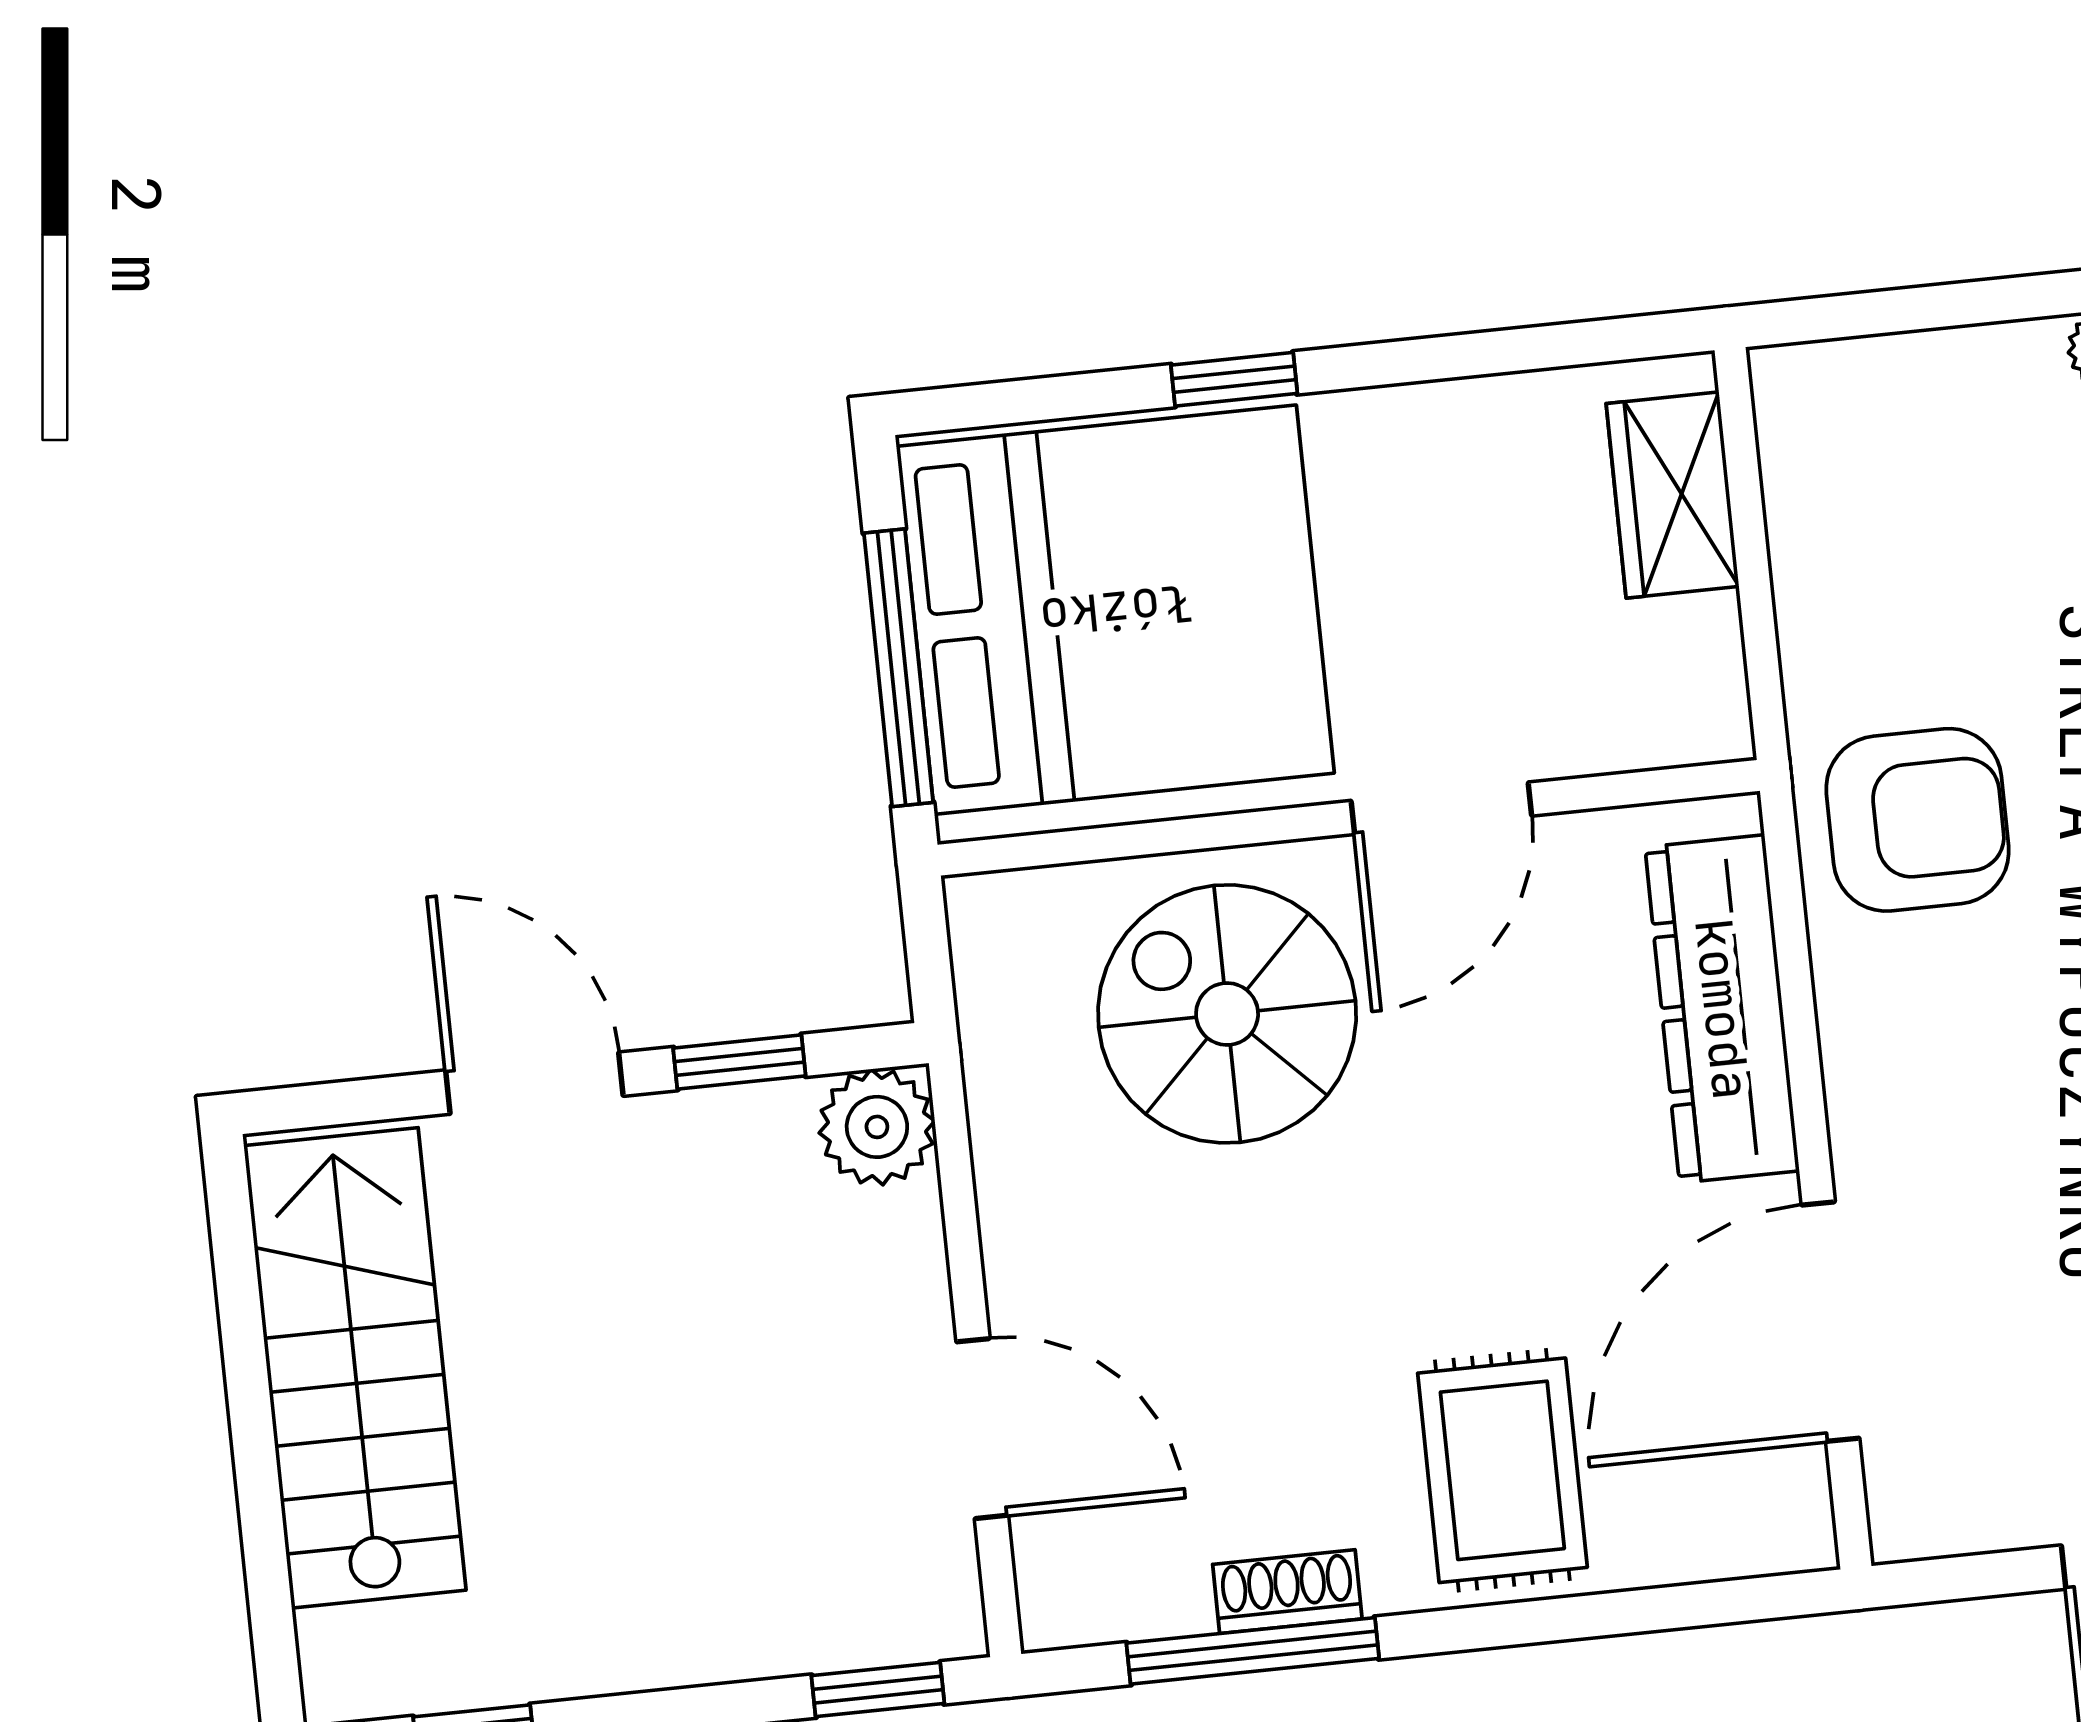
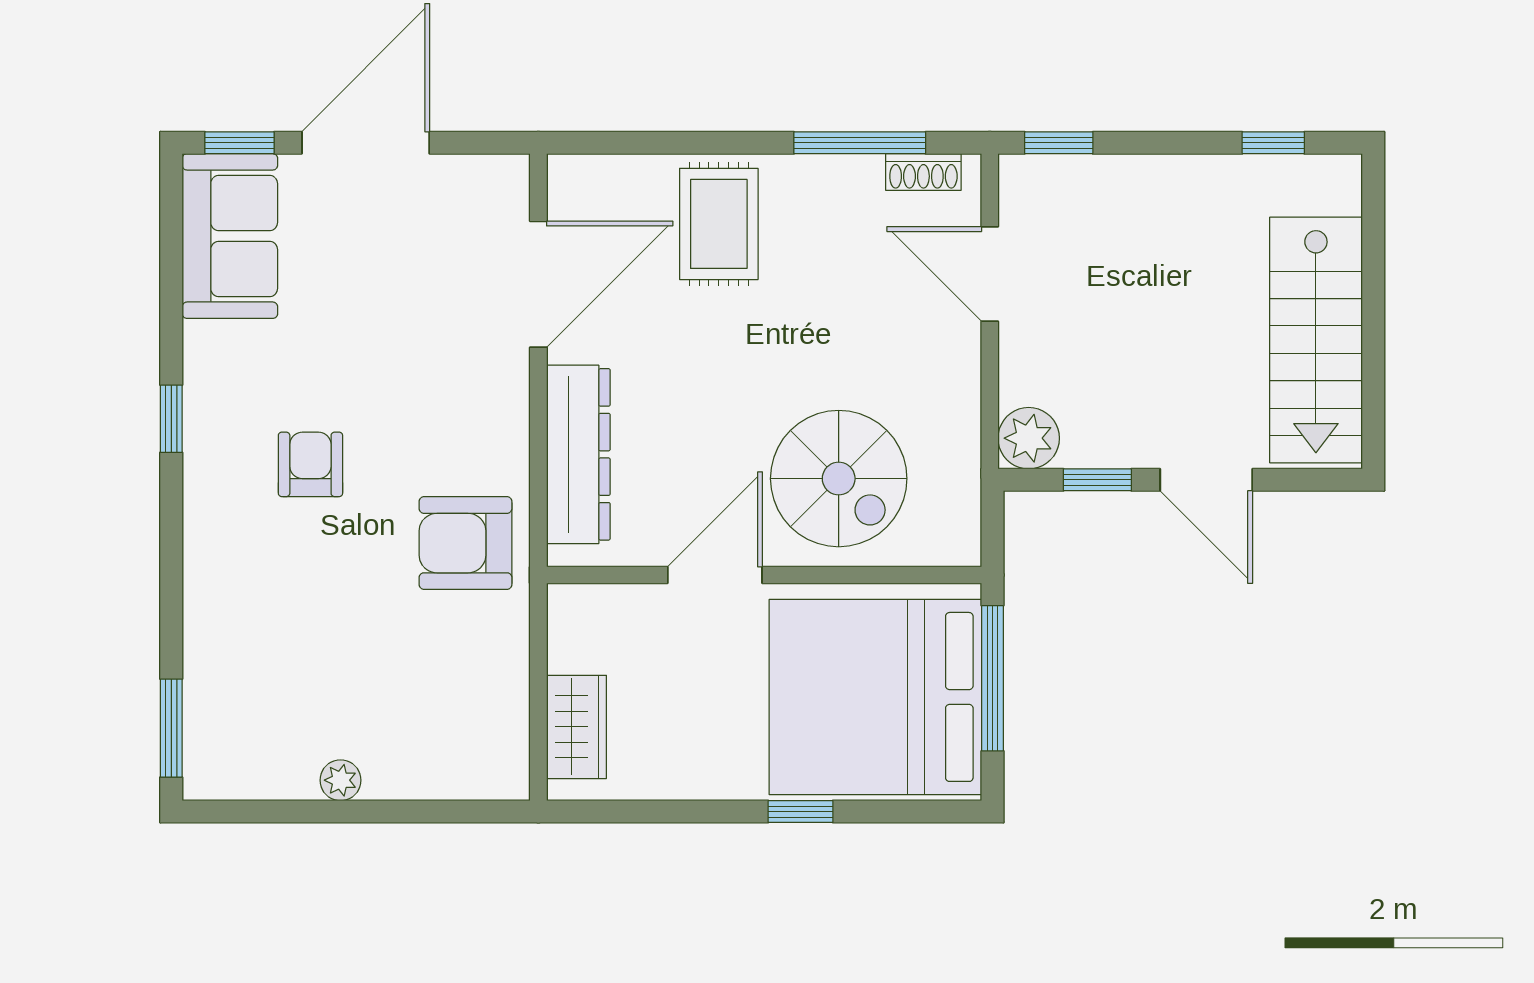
shoe rack: (1287, 1592) -> (923, 172), moved

